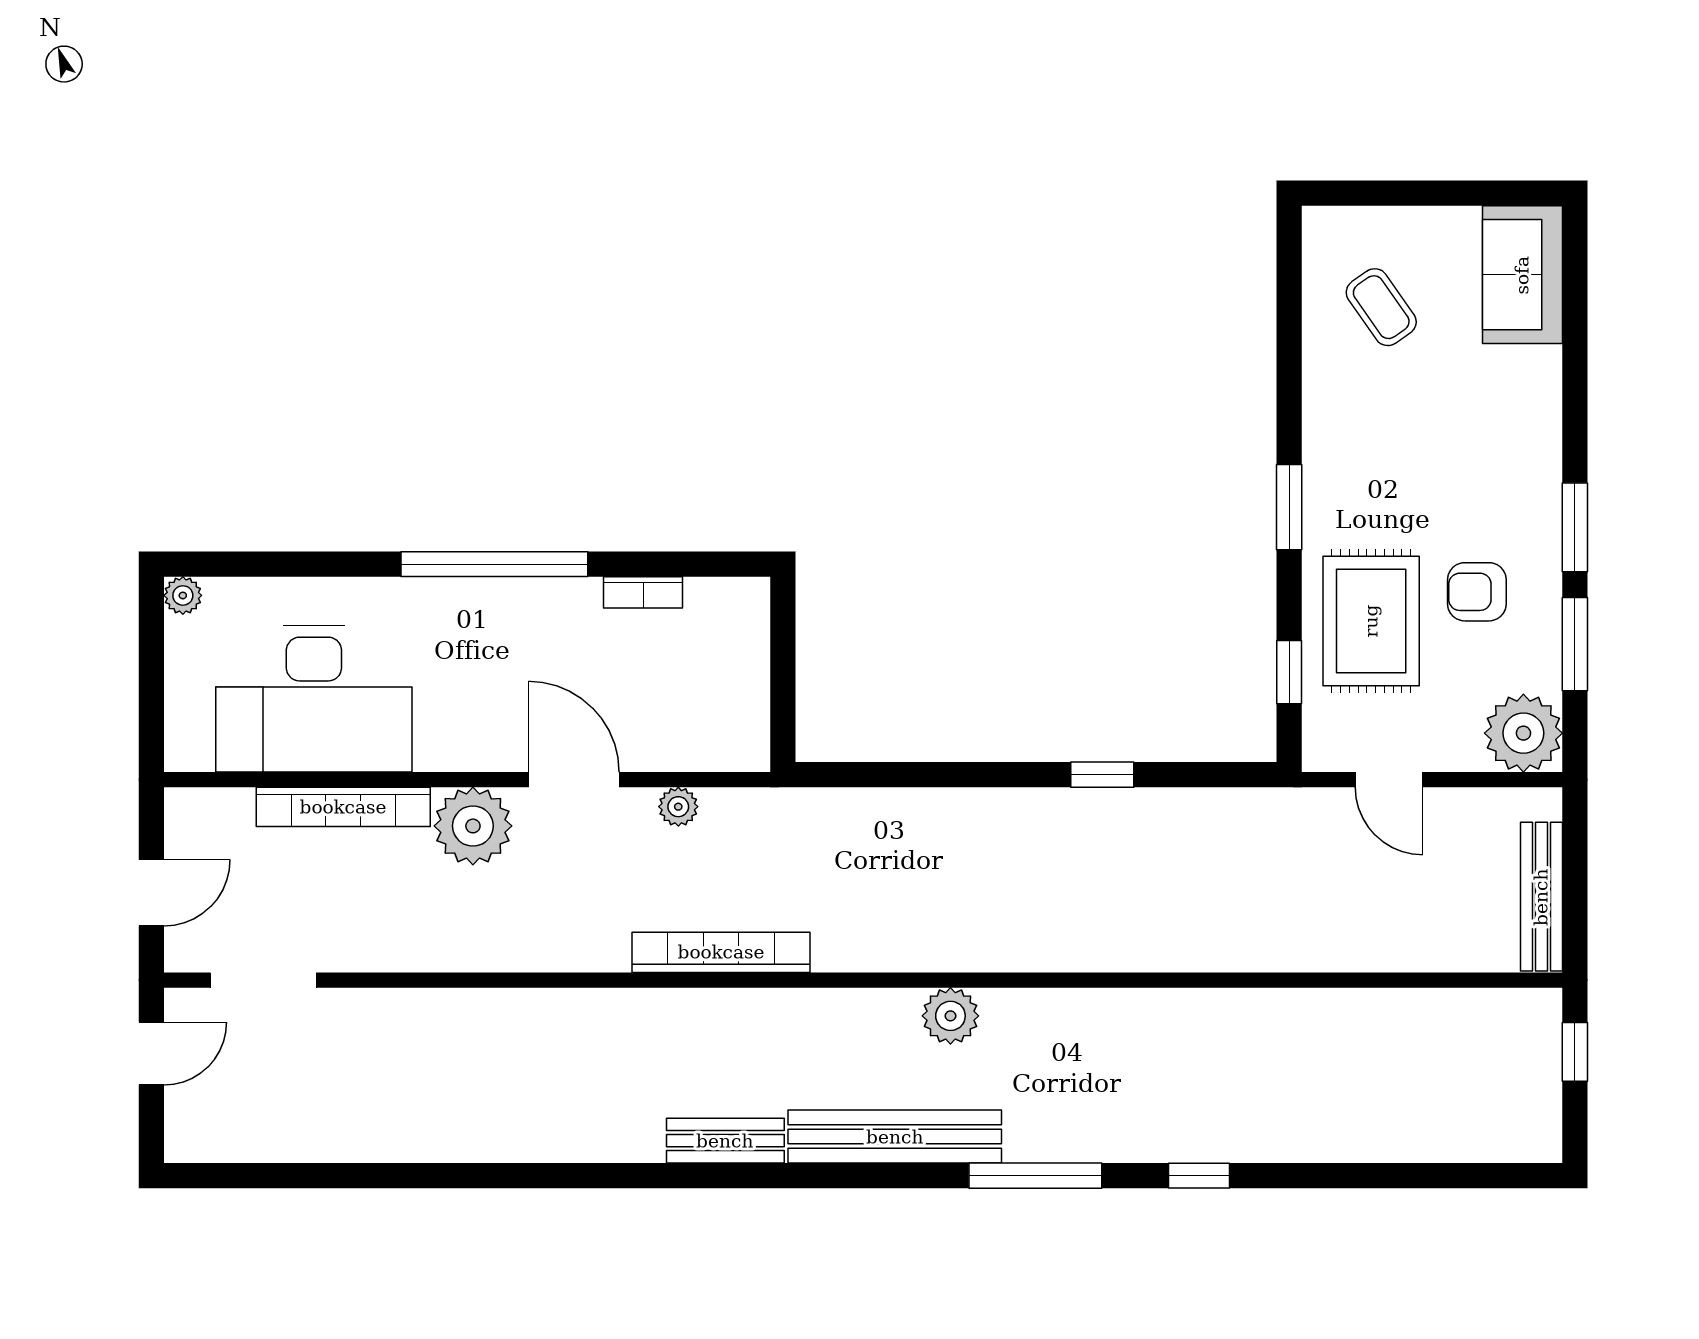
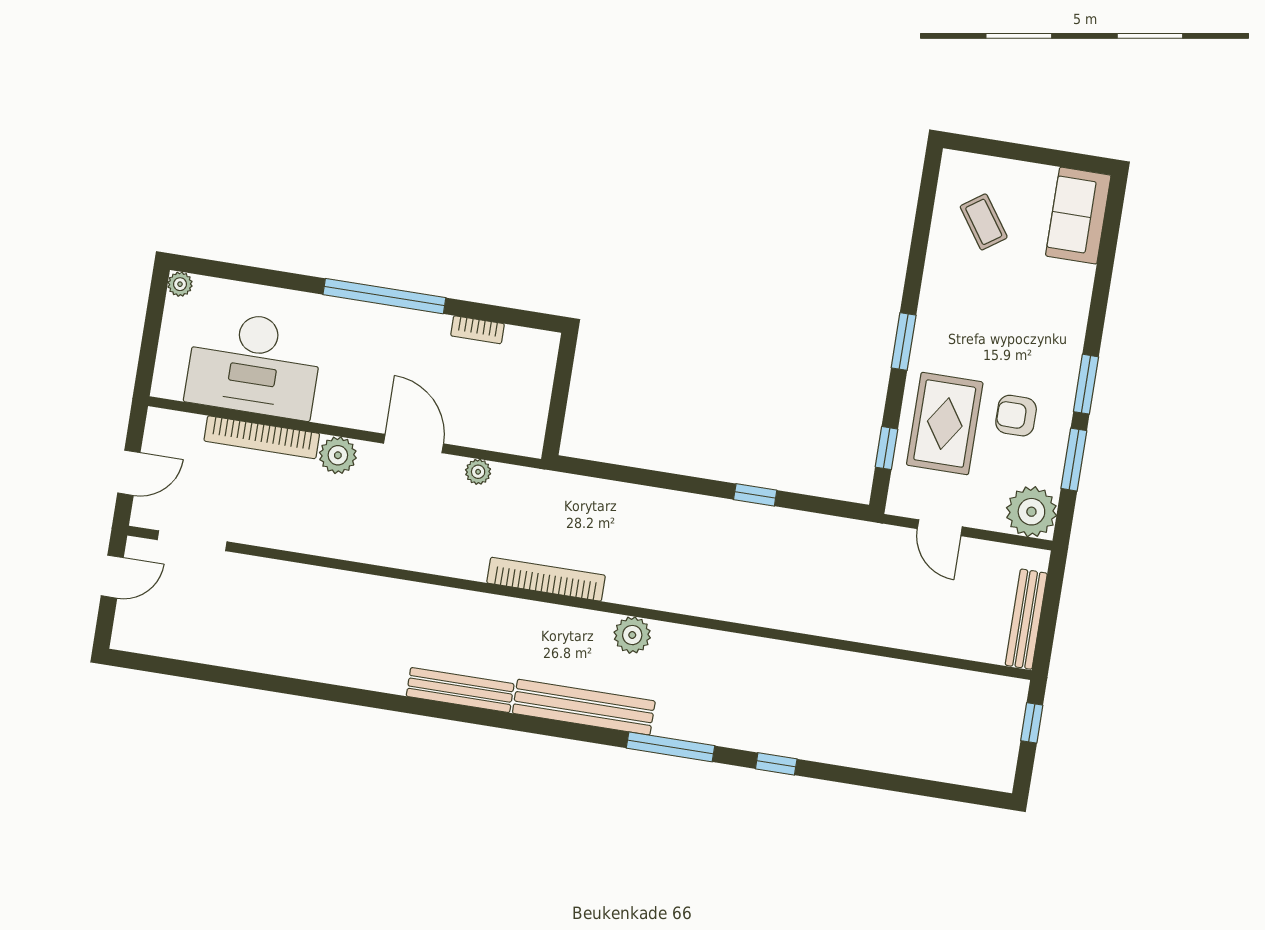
plant: (473, 826) -> (338, 455), width x0.73, depth x0.73
bookcase: (721, 952) -> (546, 579), moved
bench: (725, 1141) -> (460, 690), width x1.36

